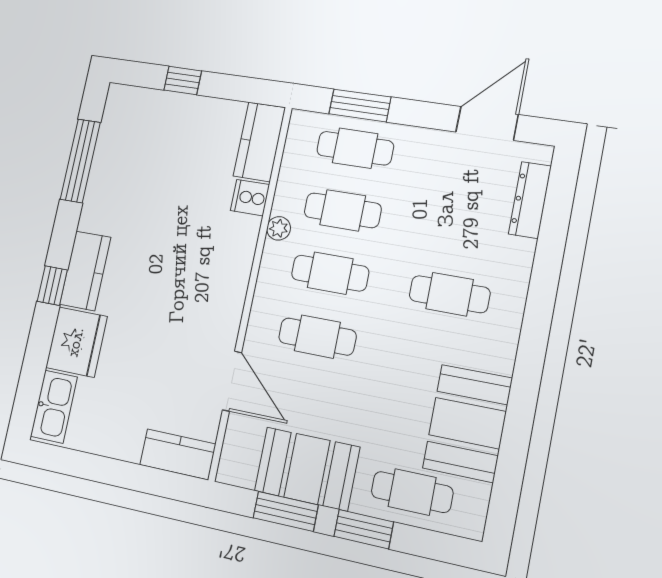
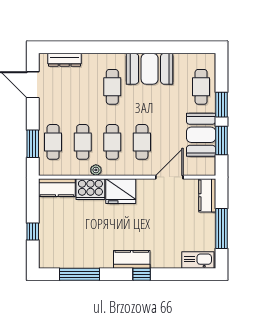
cooker: (250, 198) -> (90, 189), width x1.87, depth x1.31
fridge: (76, 342) -> (121, 191), moved, turned 180
booth: (467, 423) -> (150, 69), moved
window: (105, 470) -> (221, 228), added

